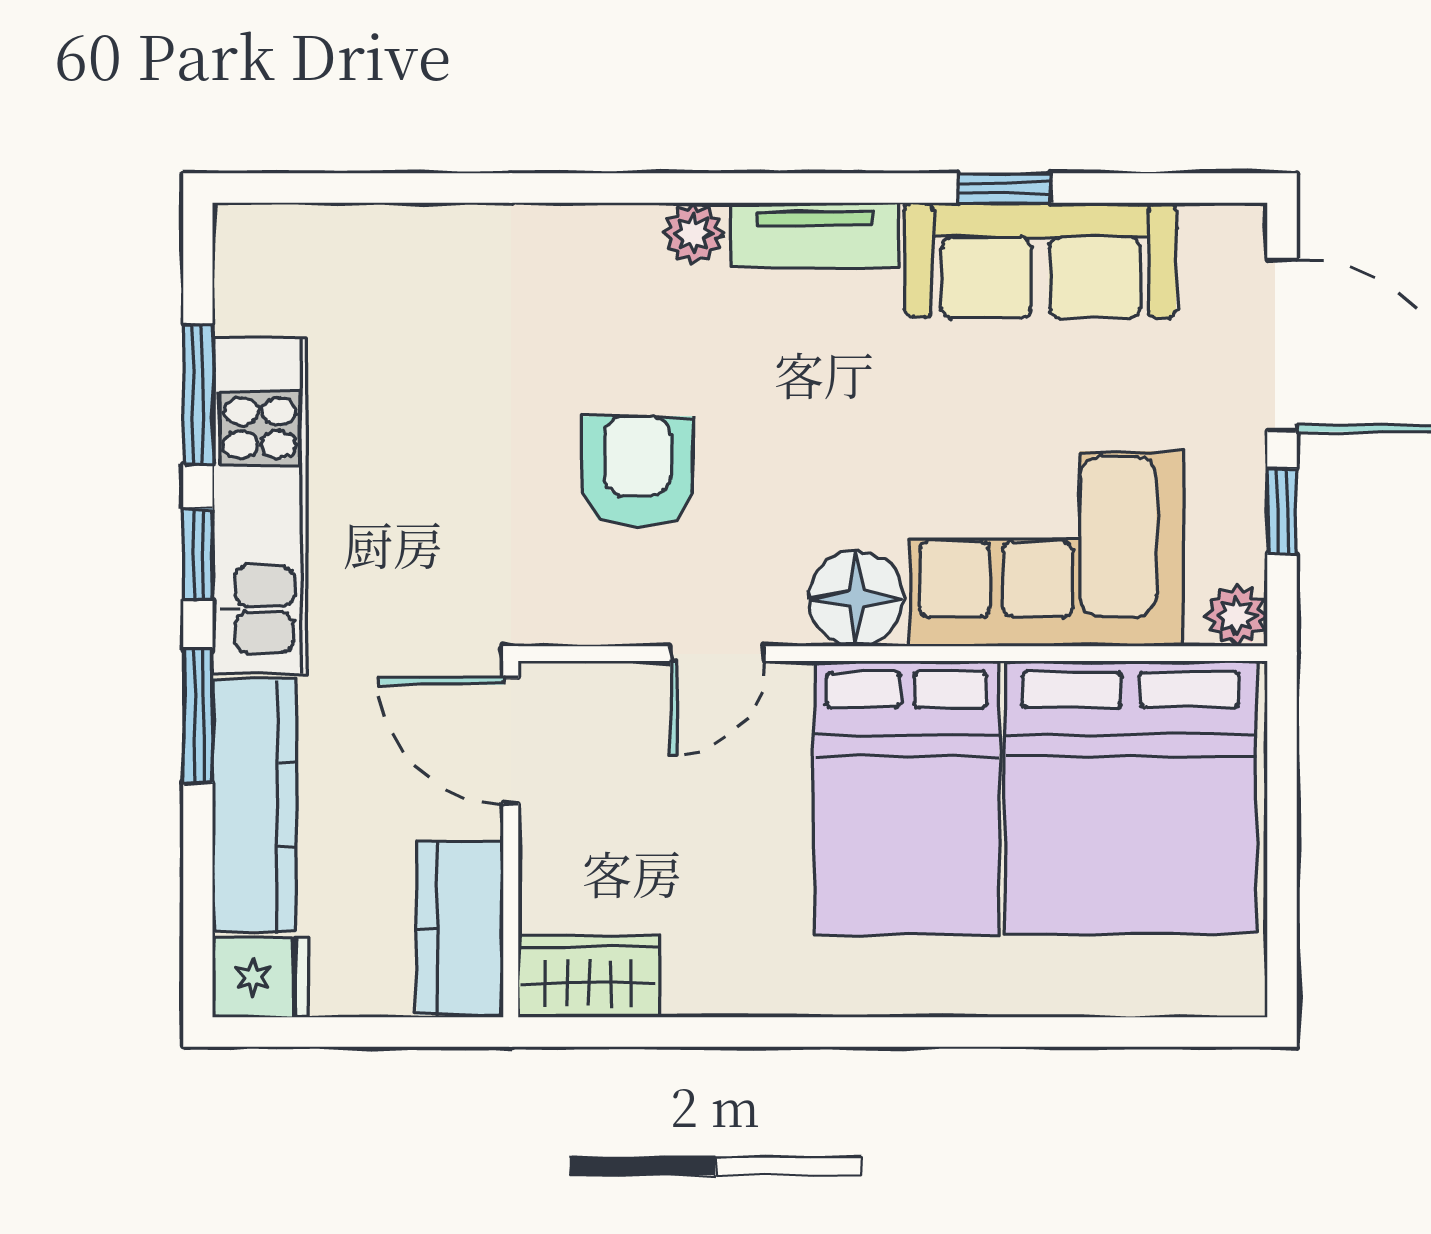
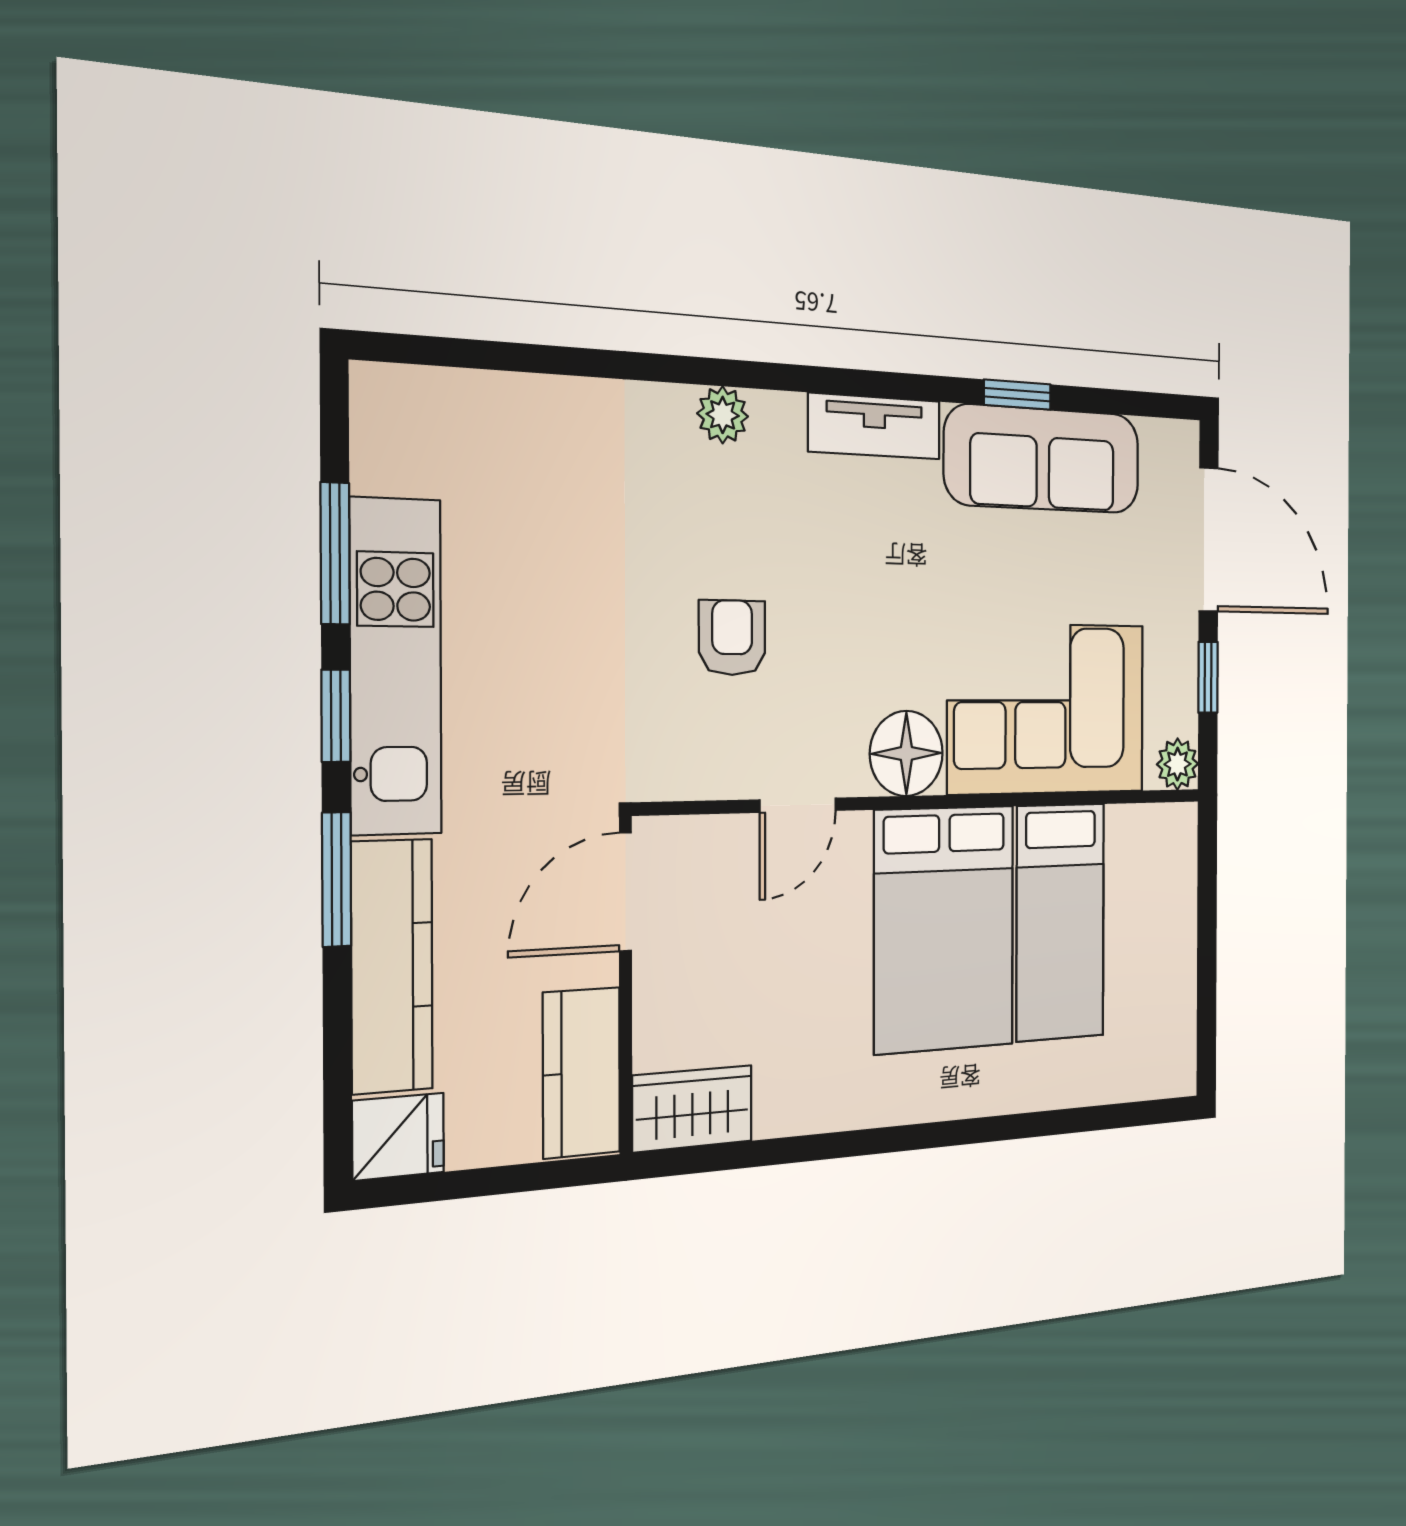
plant: (694, 233) -> (723, 415), moved
armchair: (637, 472) -> (732, 638), width x0.72, depth x0.72
door: (511, 741) -> (625, 892), hinge flipped
bed: (1131, 797) -> (1060, 922), width x0.49

